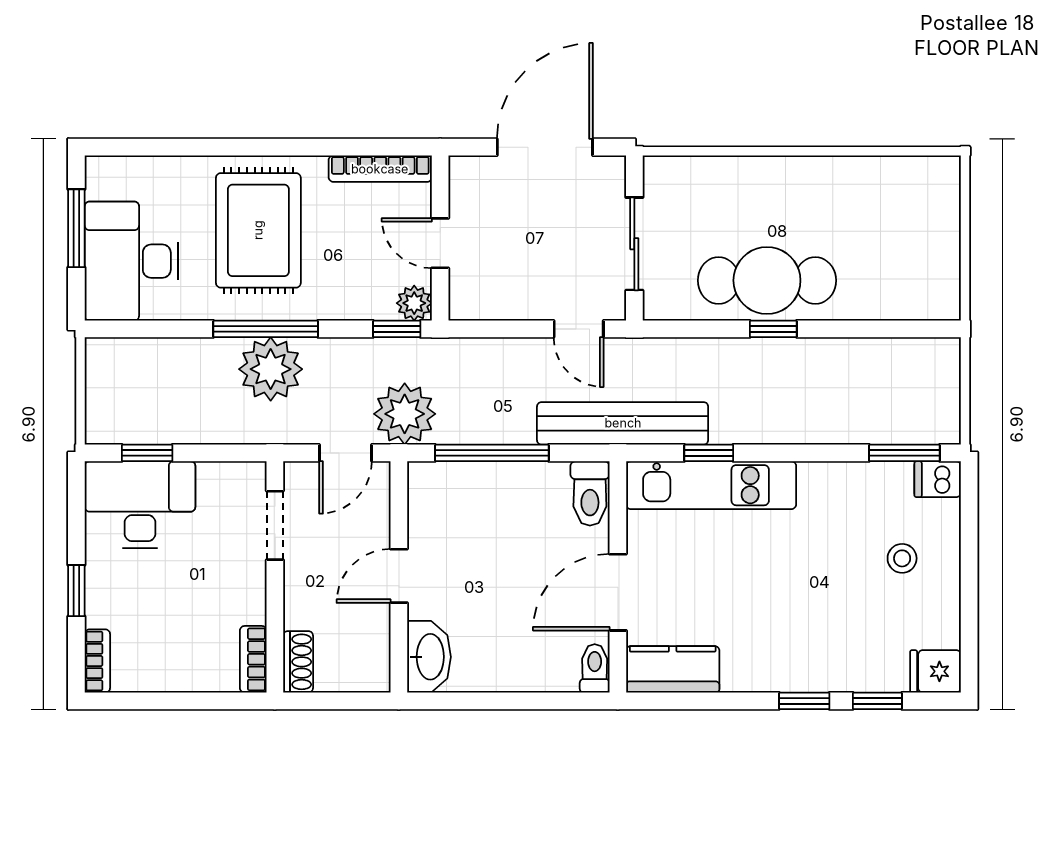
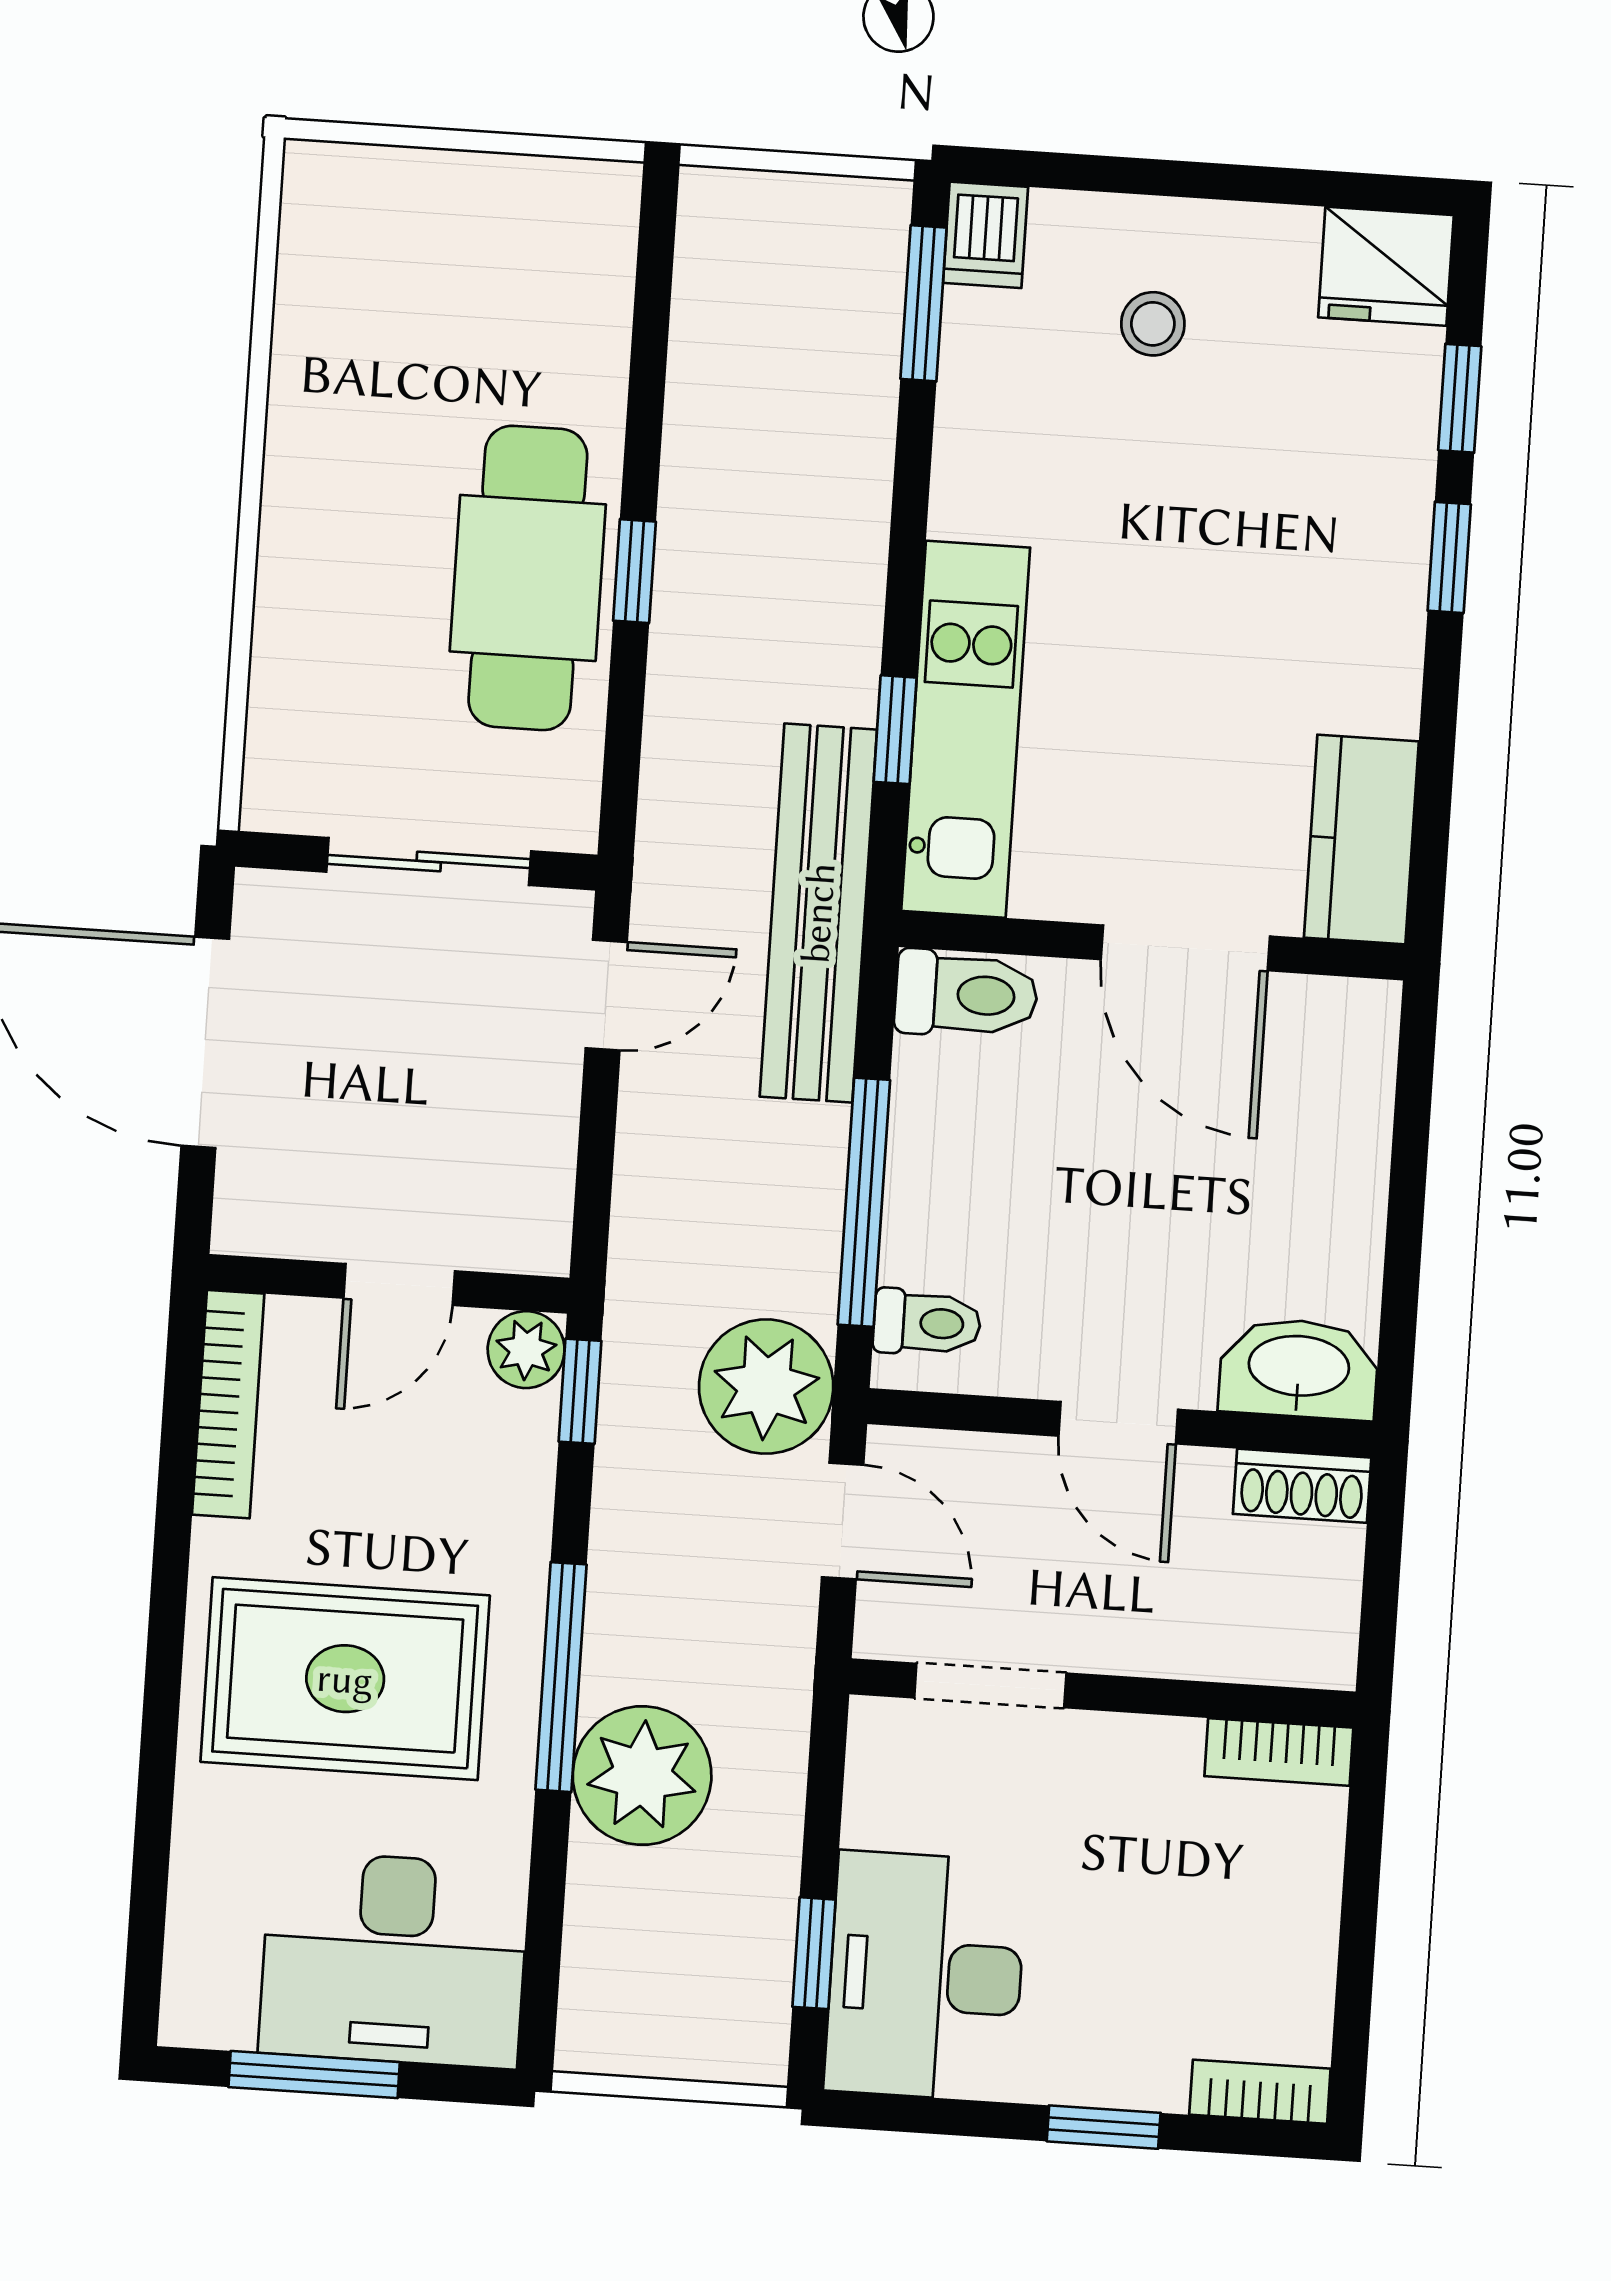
plant: (271, 369) -> (642, 1776), moved
shoe rack: (298, 662) -> (1302, 1486), moved, turned 180
toilet: (595, 668) -> (927, 1323), moved, turned 180
fridge: (935, 671) -> (1386, 266), width x1.38

